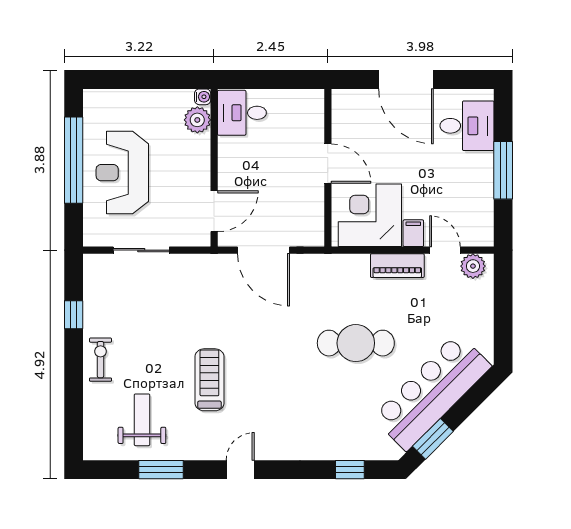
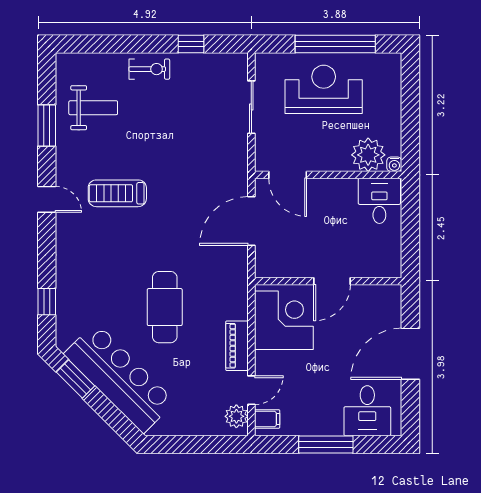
plant: (197, 120) -> (368, 155), width x1.36, depth x1.36
filing cabinet: (413, 233) -> (267, 419), moved
treadmill: (209, 380) -> (117, 193), moved, turned 180

